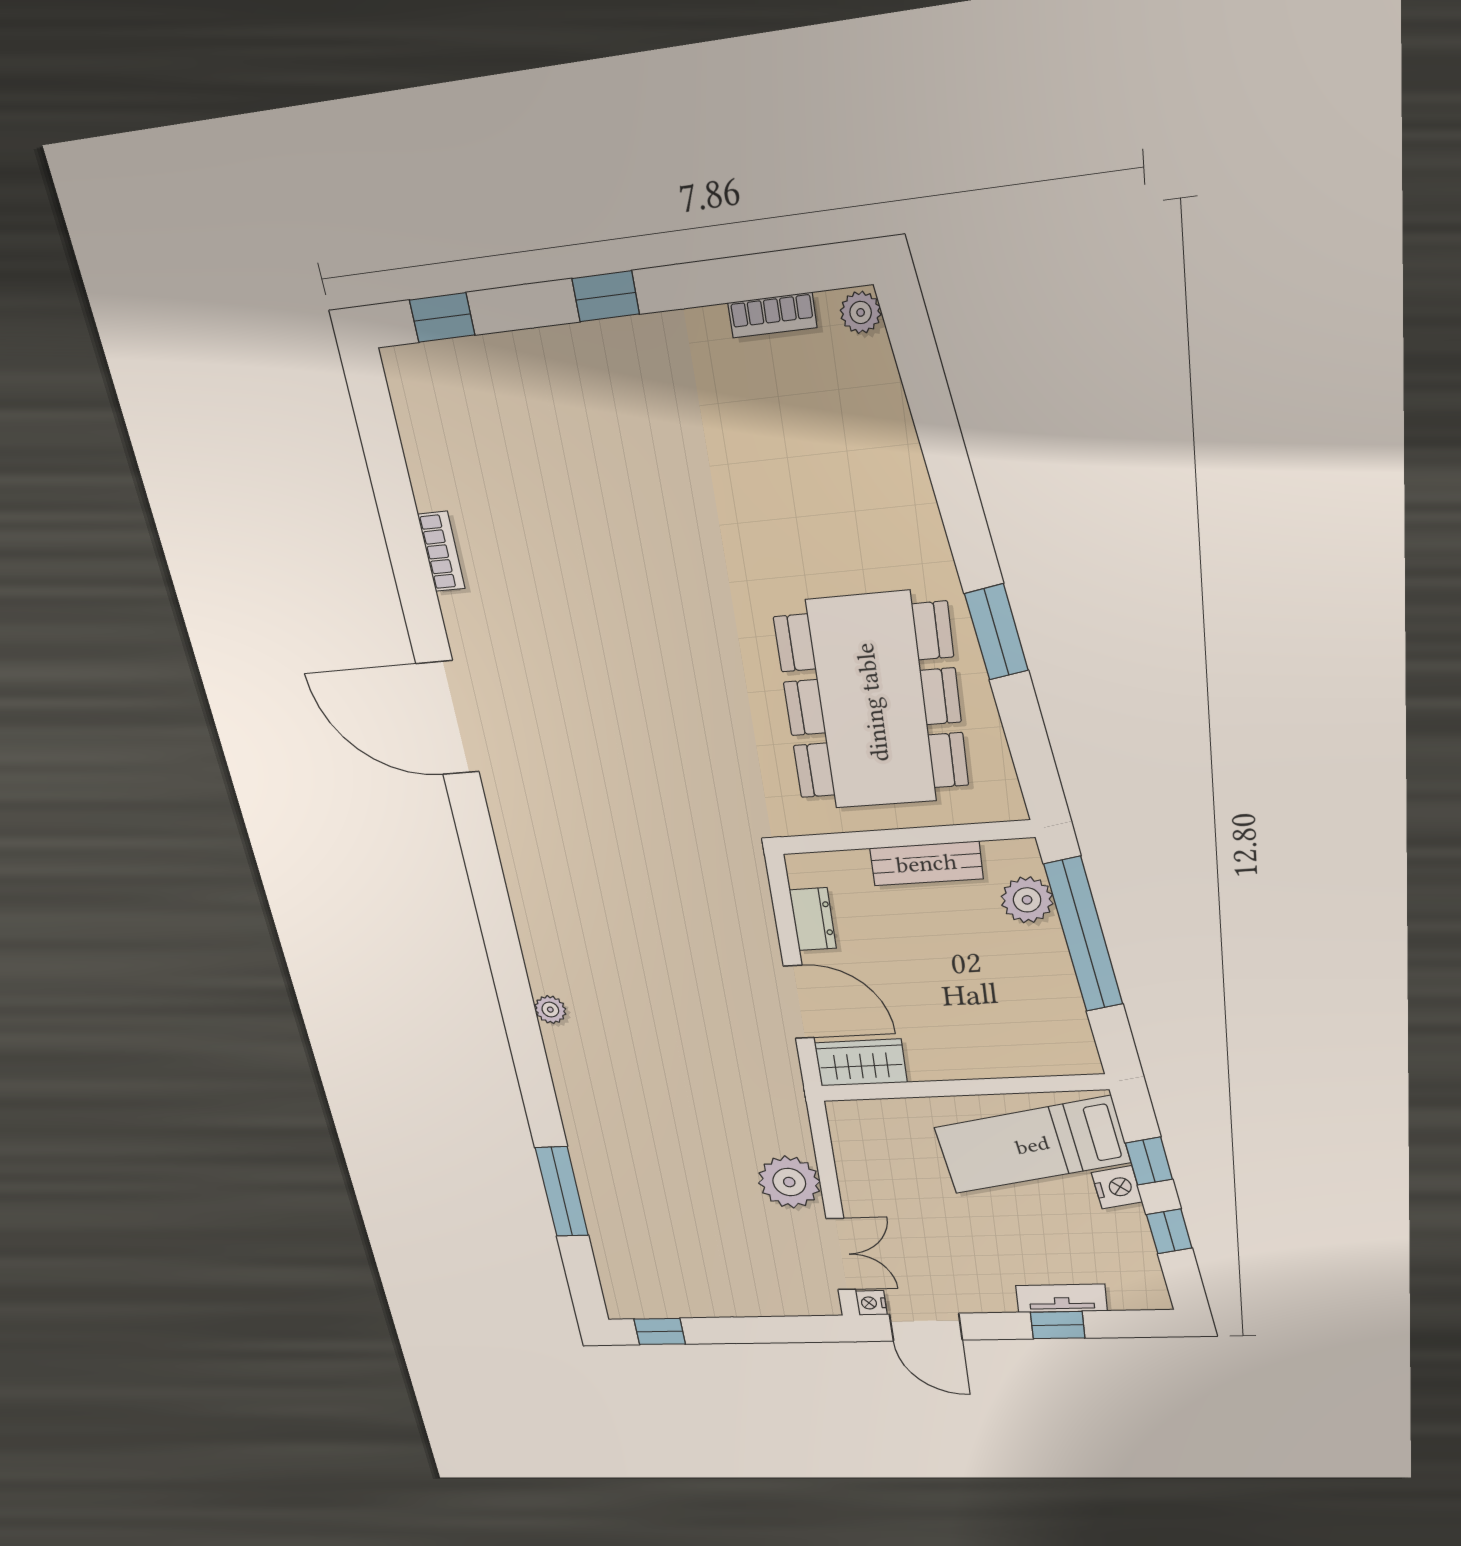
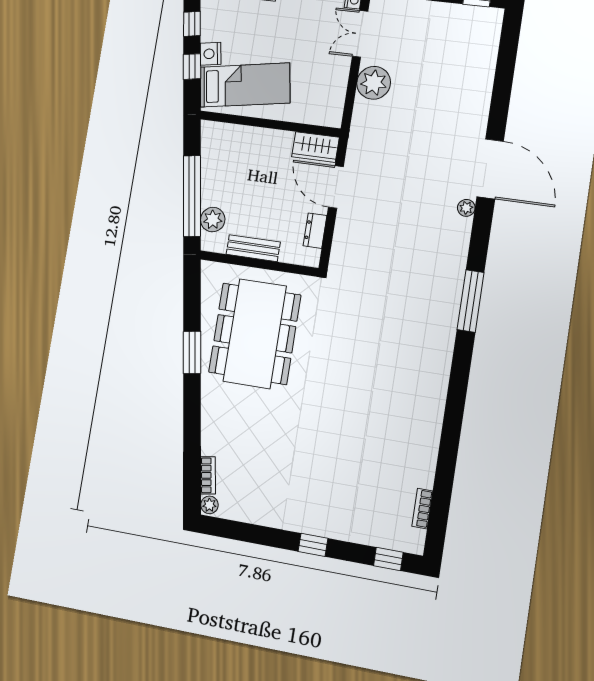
bookcase: (772, 315) -> (208, 475), moved, turned 80
bookcase: (441, 552) -> (422, 509), moved
door: (448, 718) -> (490, 169), moved
window: (562, 1192) -> (471, 301), moved

